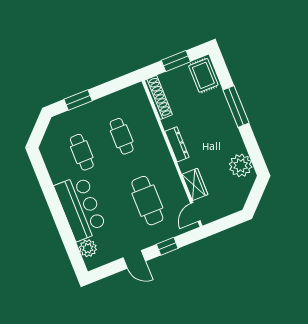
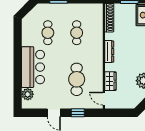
door: (195, 212) -> (104, 99), hinge flipped

